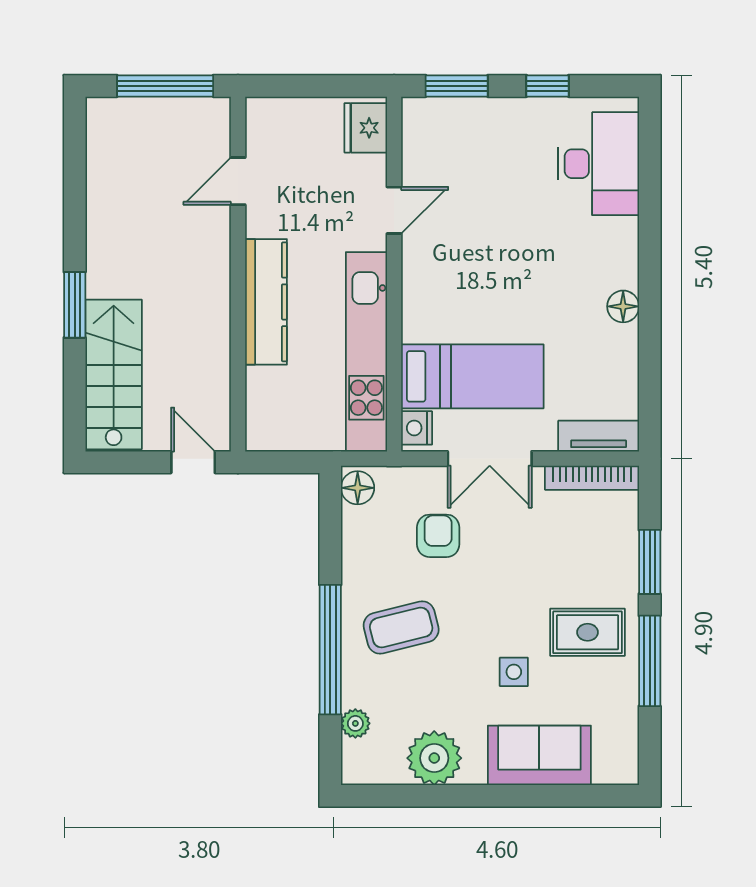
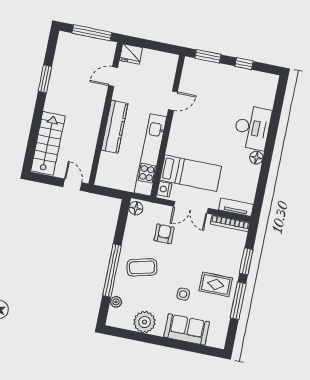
fridge: (366, 128) -> (131, 54), moved, turned -90
desk: (599, 164) -> (252, 128), moved
window: (75, 305) -> (45, 79), moved

